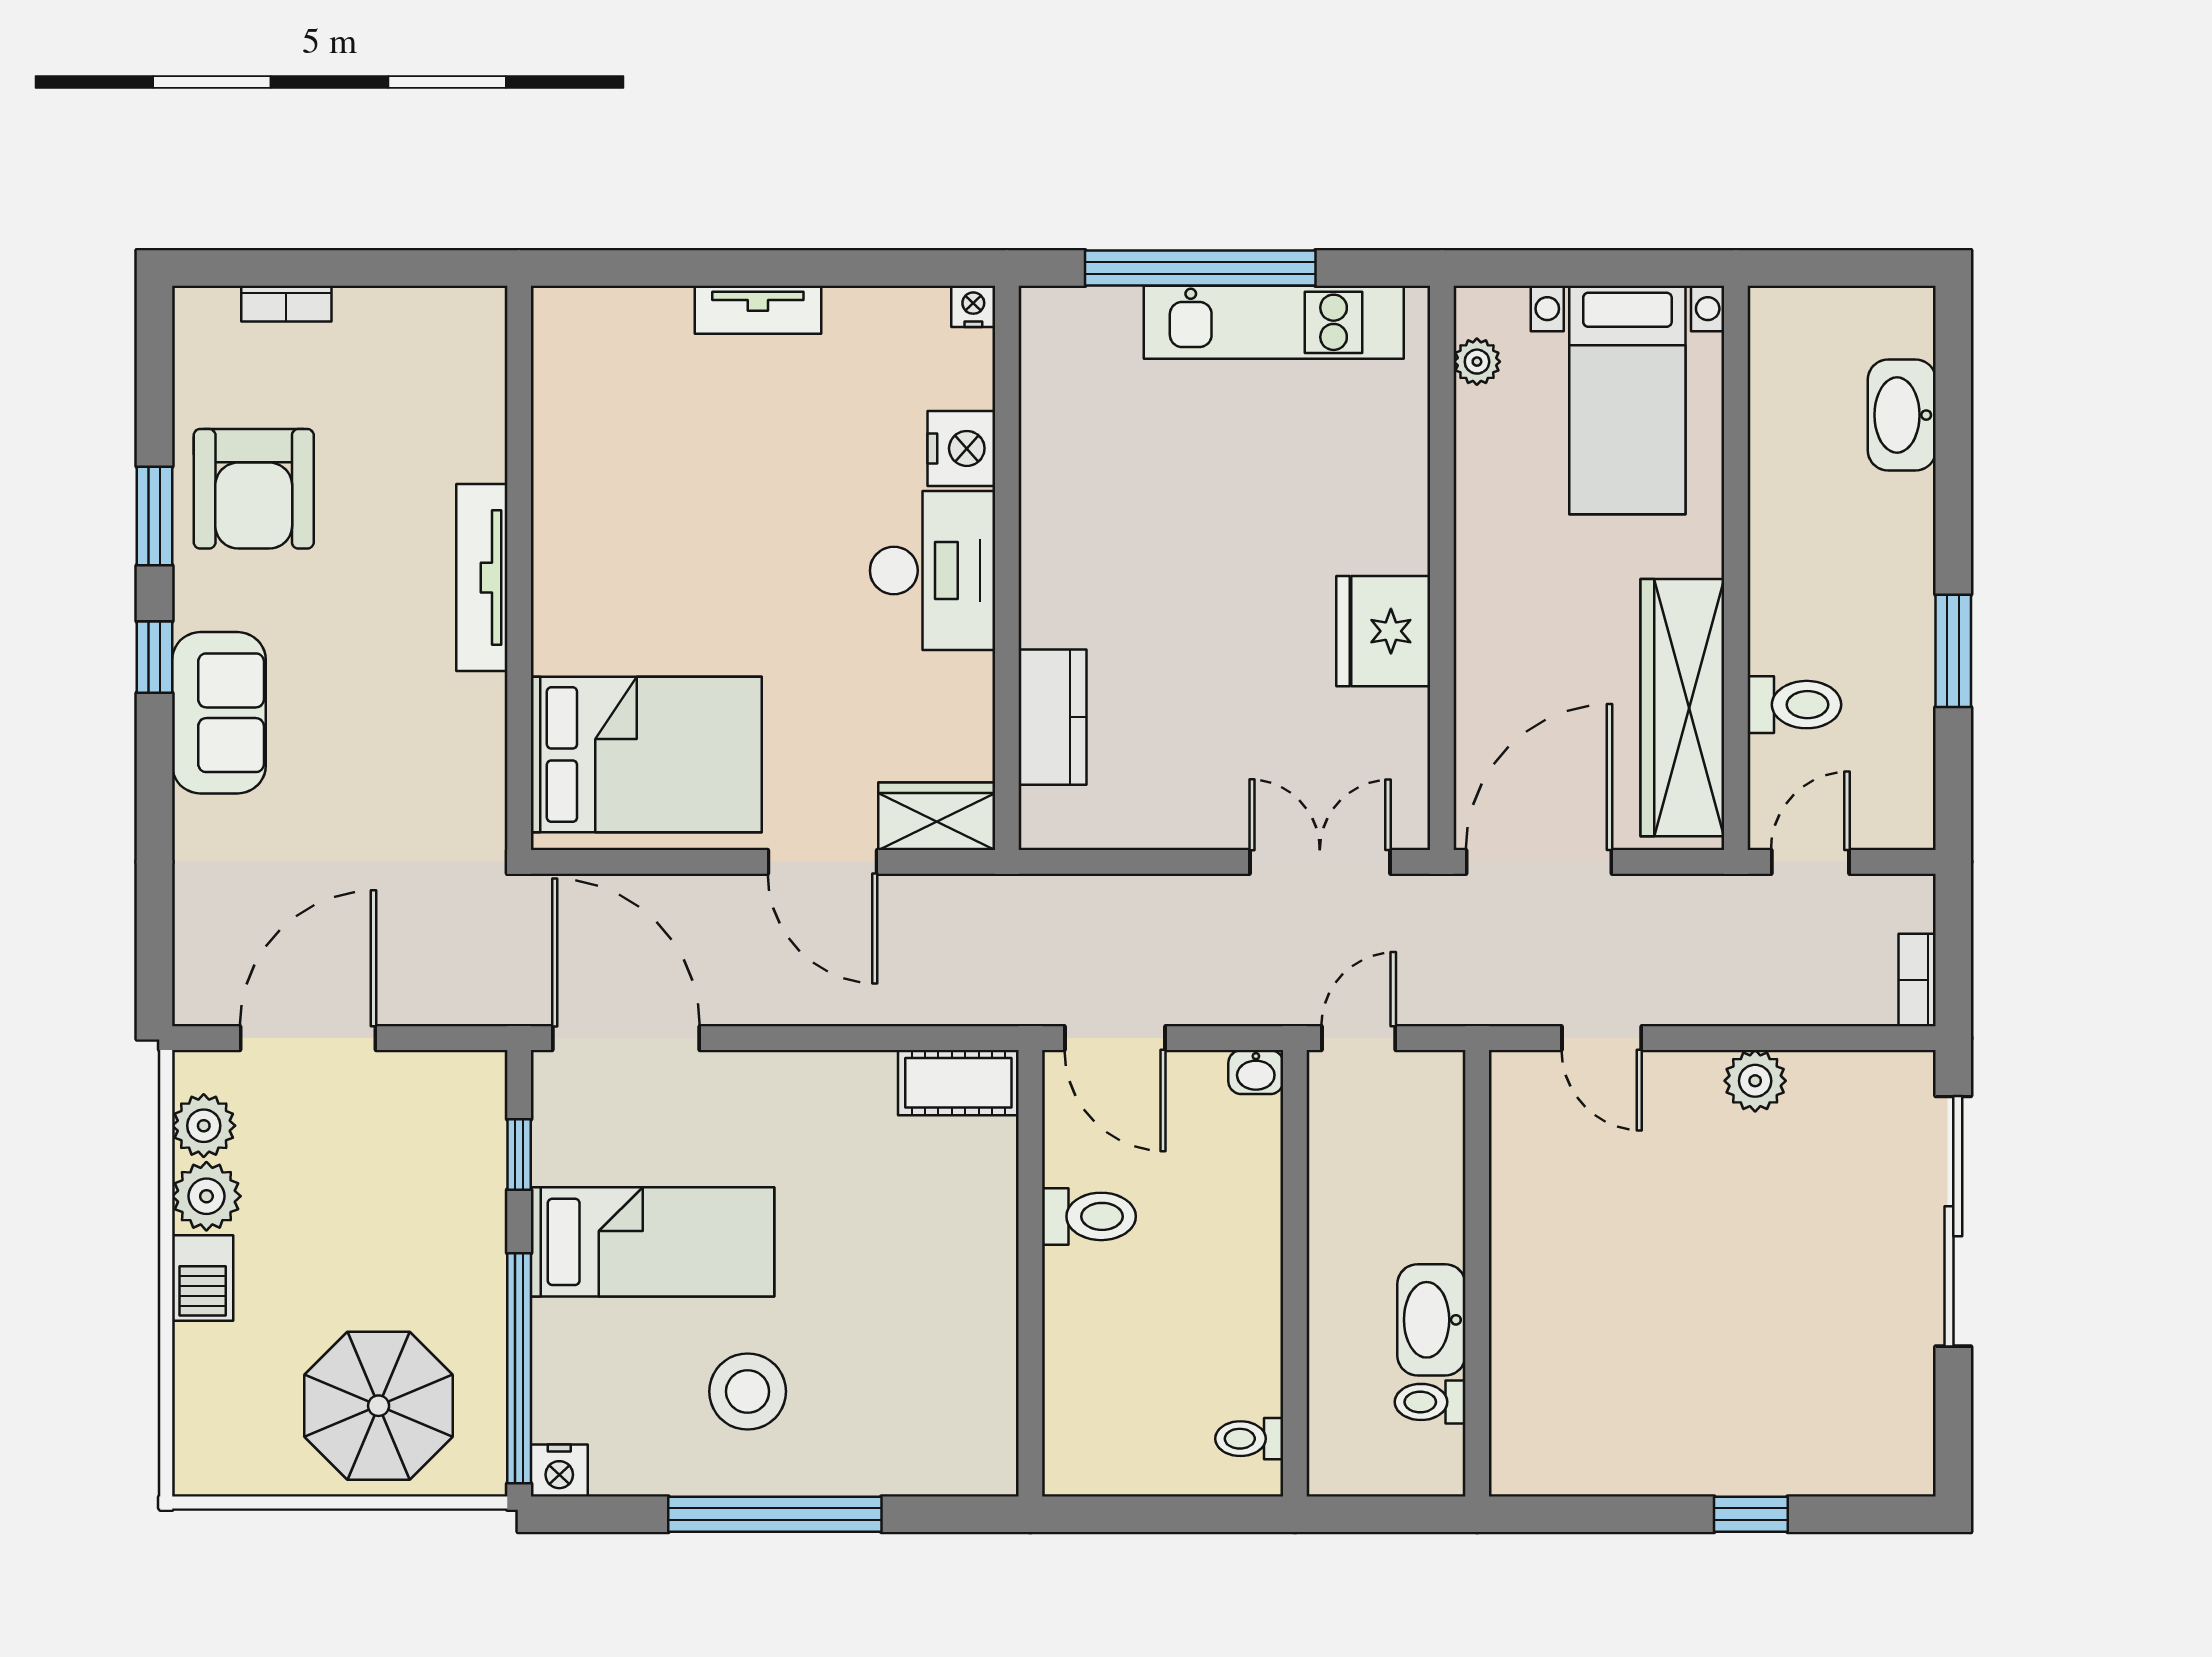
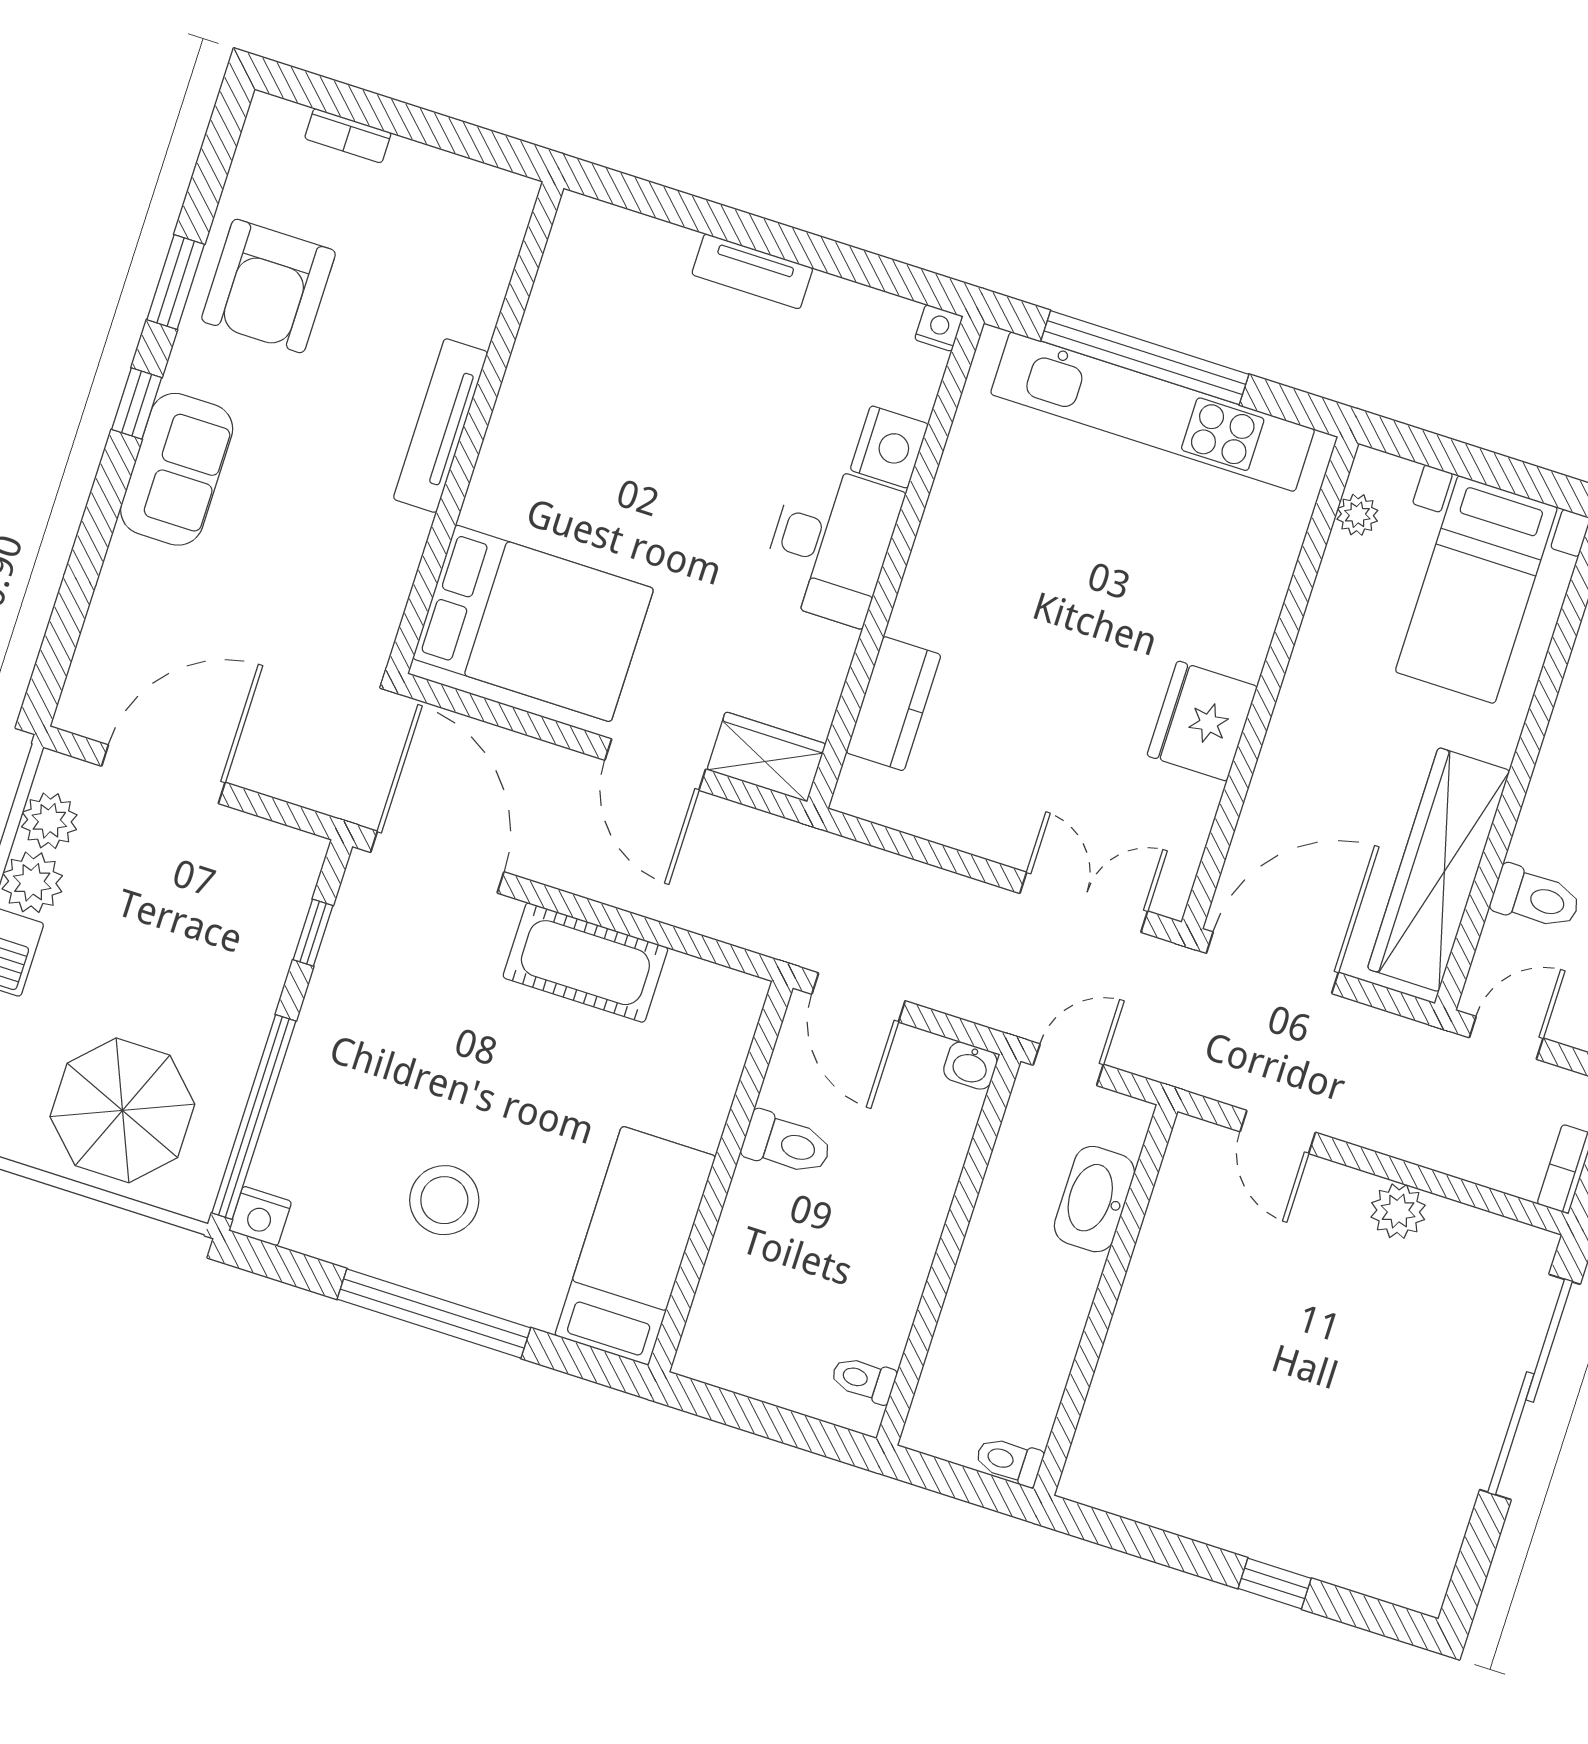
kitchen unit: (1274, 322) -> (1153, 412), width x1.36
cot: (958, 1083) -> (585, 963), moved, width x1.37, depth x1.34
bed: (653, 1242) -> (635, 1246), moved, turned -90
washbasin: (1431, 1320) -> (1094, 1199), moved
toilet: (1430, 1402) -> (1009, 1461), moved

